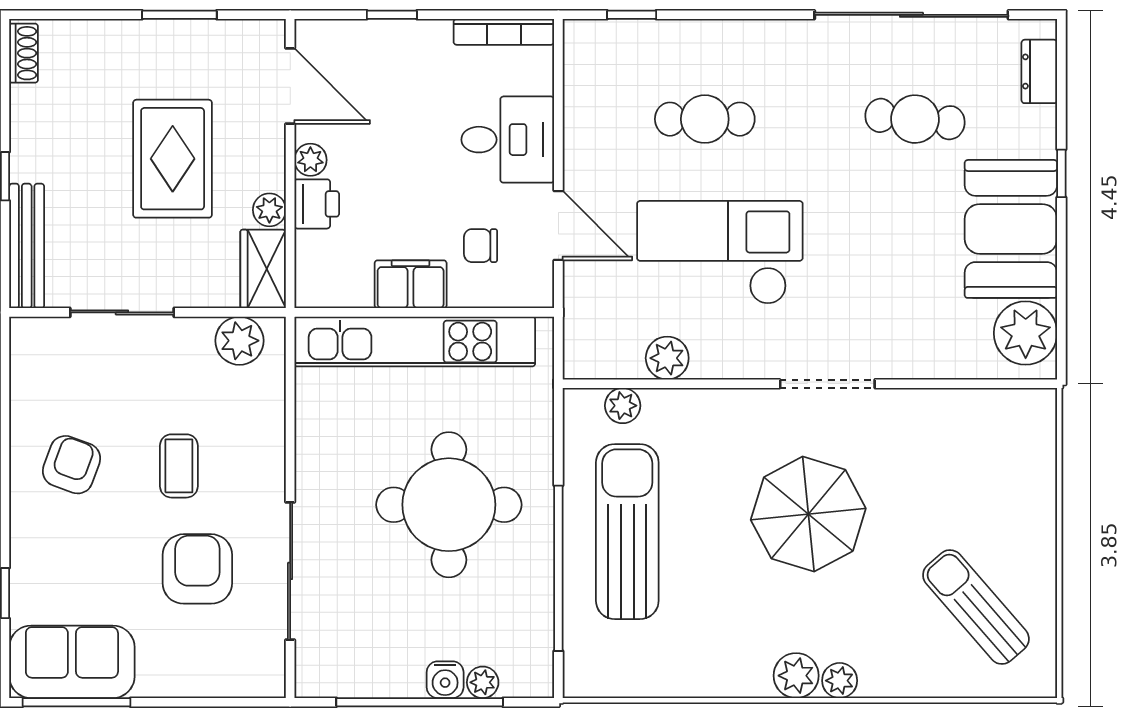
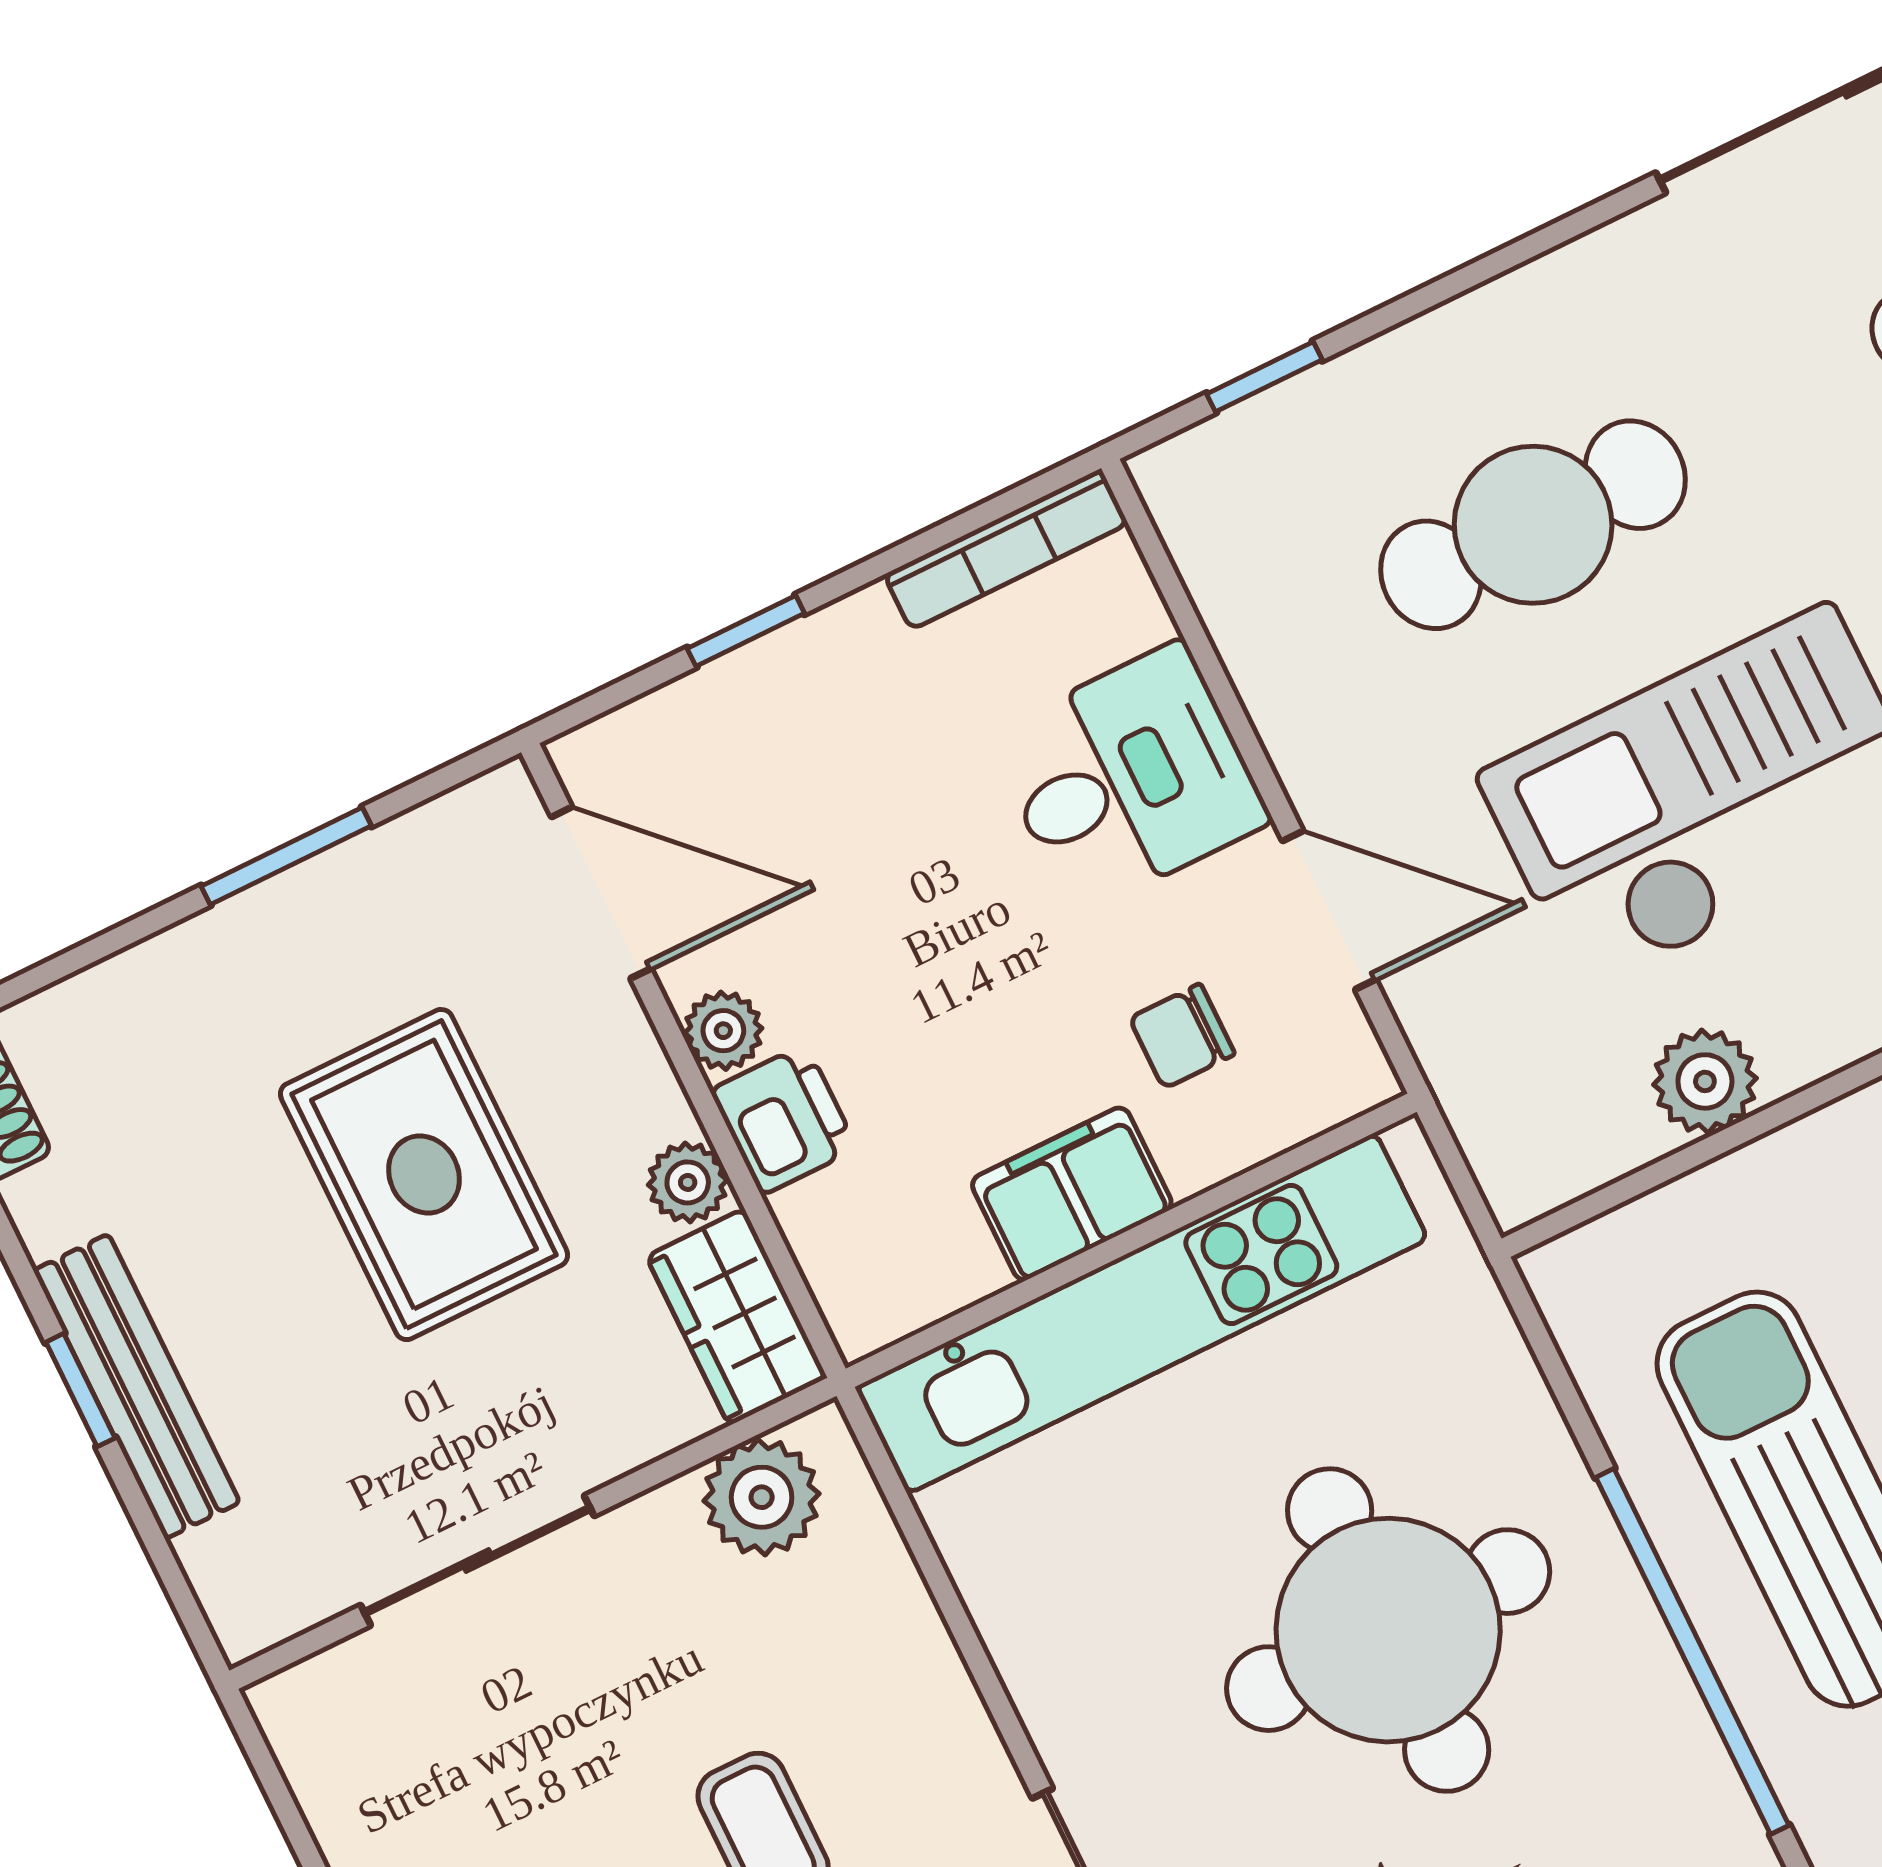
cafe table: (705, 119) -> (1533, 525), width x1.37, depth x1.35
bench: (27, 246) -> (137, 1386), moved
plant: (623, 406) -> (1659, 1231), removed

